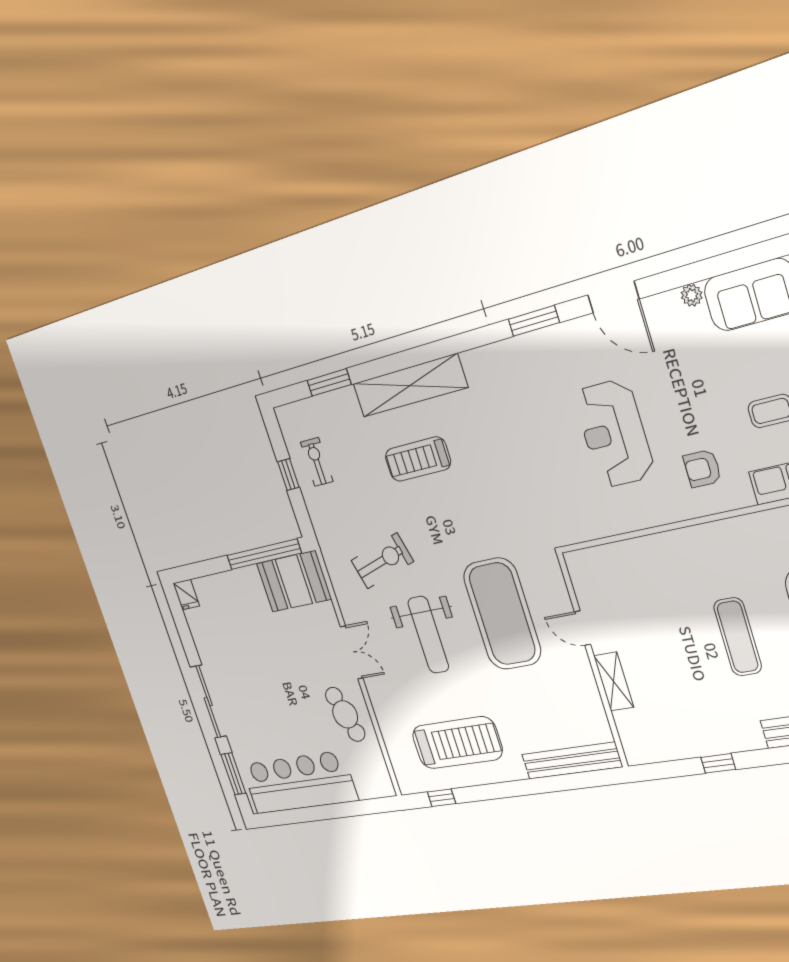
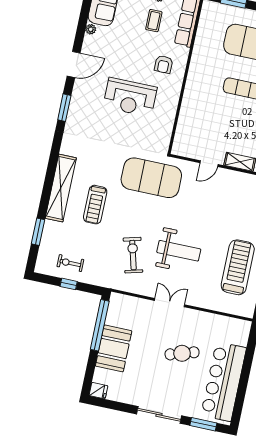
booth: (294, 581) -> (114, 348), moved
exercise mat: (502, 614) -> (151, 178), moved
cafe table: (345, 714) -> (182, 353), moved

